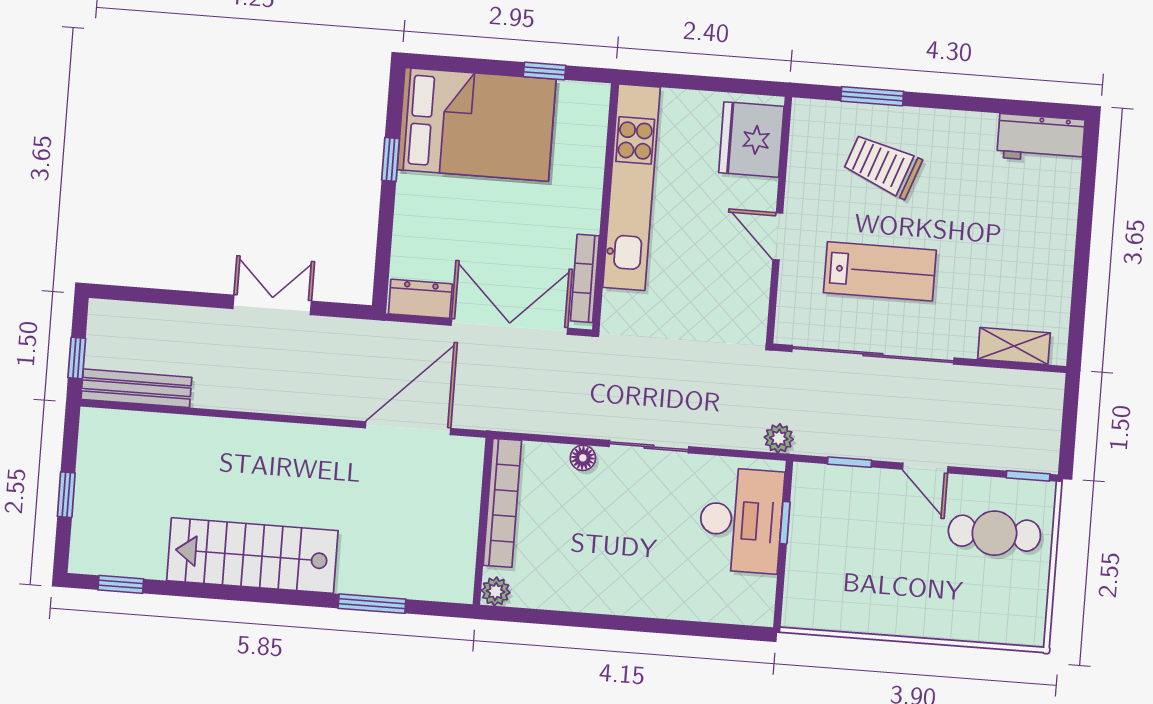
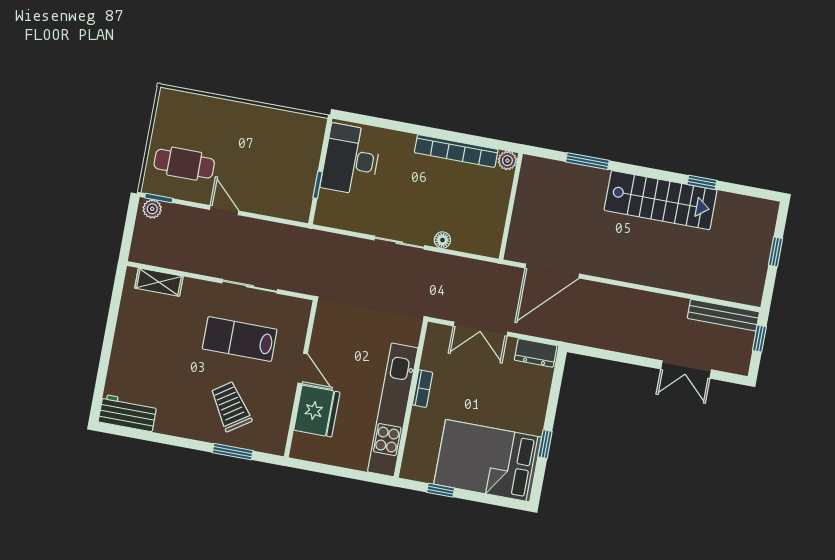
fridge: (751, 140) -> (317, 411), moved
trolley: (883, 166) -> (231, 406), turned -144
bookcase: (585, 278) -> (423, 389), moved, width x0.64
double door: (272, 305) -> (686, 369), moved
double door: (509, 327) -> (481, 329), width x0.73
sliding door: (873, 355) -> (250, 286), width x0.54
plant: (779, 438) -> (152, 209), moved
window: (849, 462) -> (272, 219), removed
bookcase: (502, 503) -> (456, 151), moved, turned -90
desk: (741, 520) -> (351, 160), moved
window: (121, 584) -> (702, 182), moved

